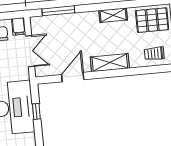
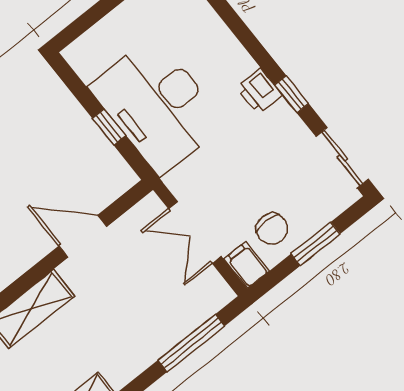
door: (73, 77) -> (83, 236), swing flipped

